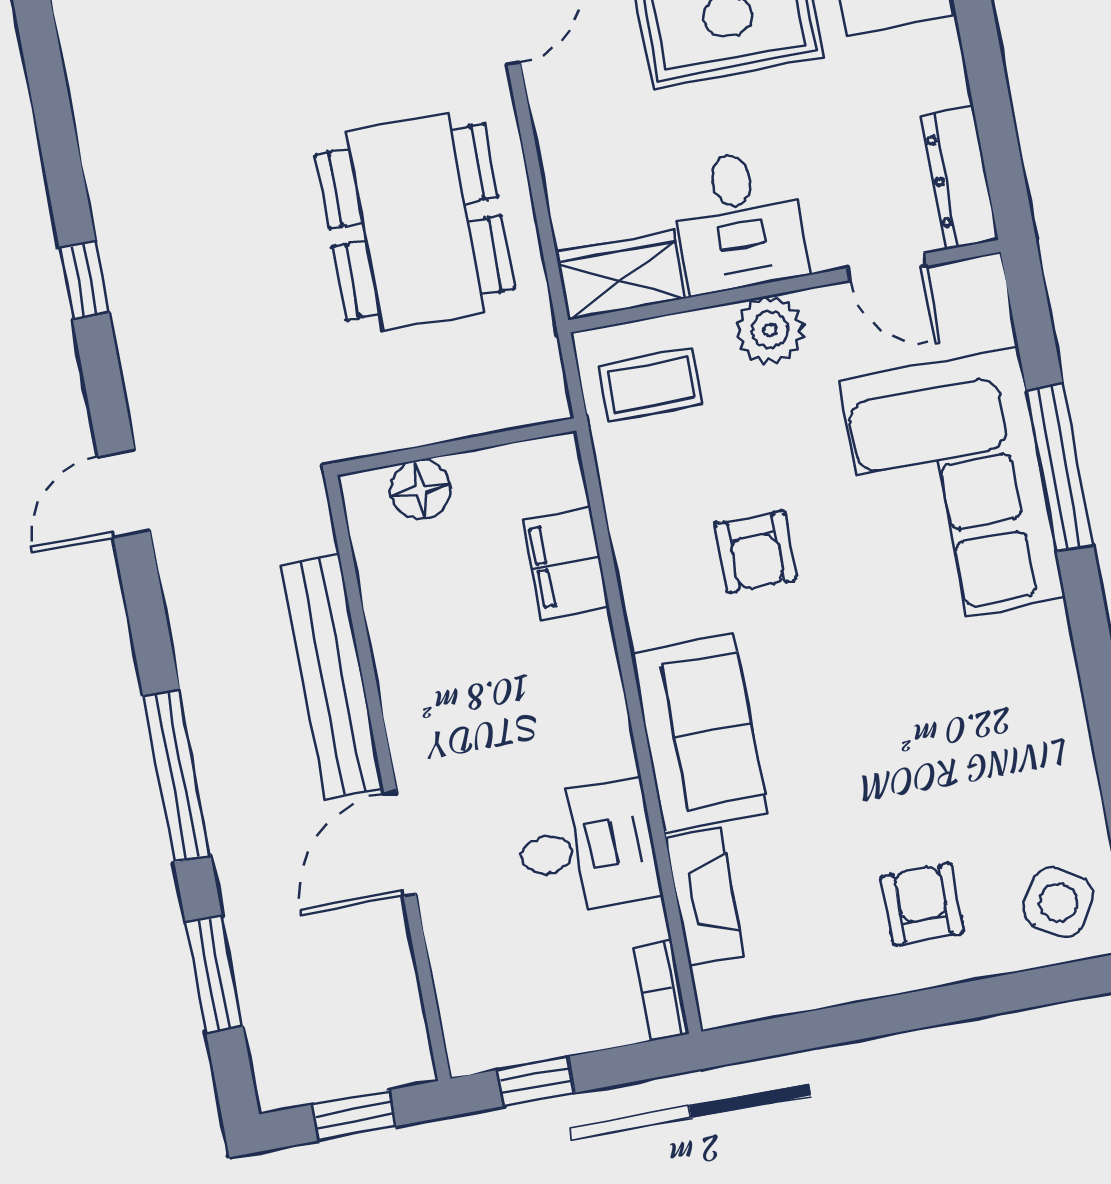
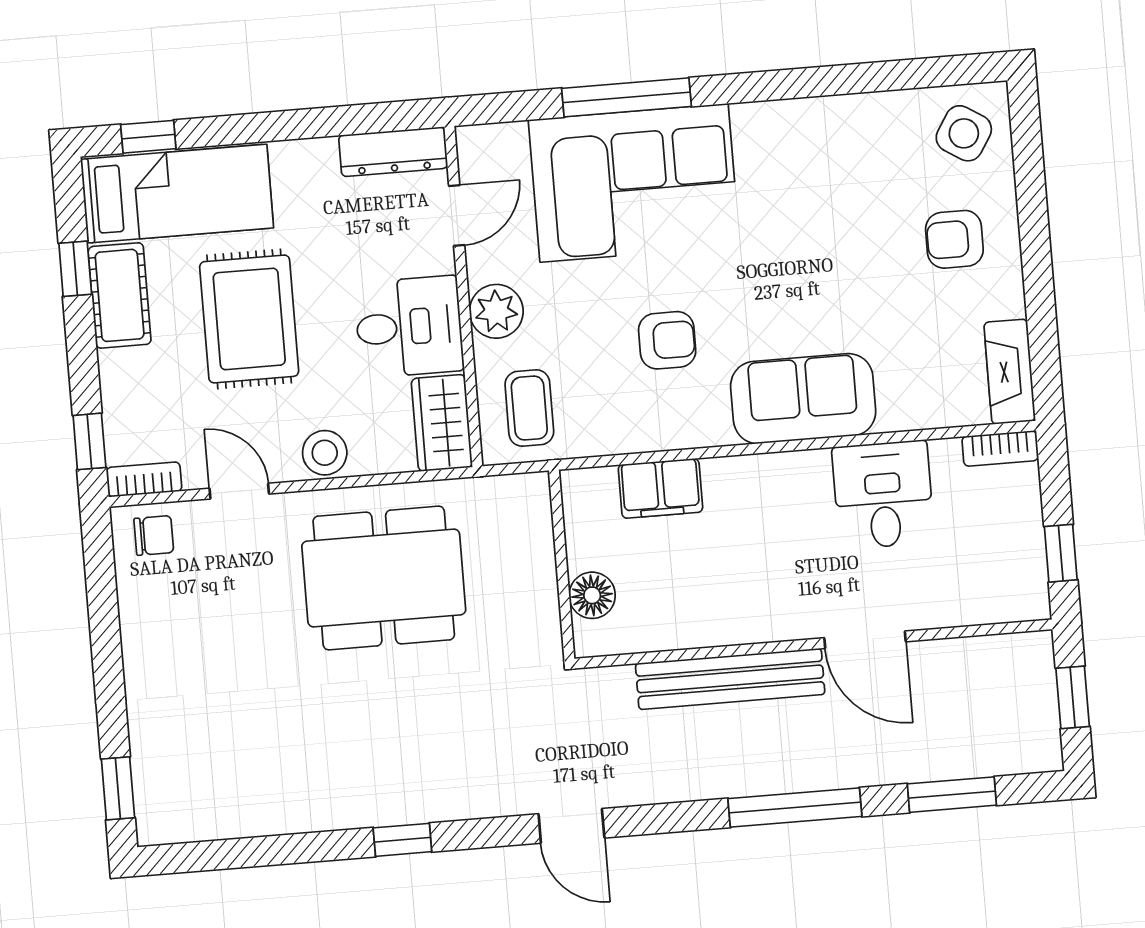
stool: (567, 130) -> (325, 453), added
fireplace: (704, 896) -> (1010, 372), moved, turned -90

